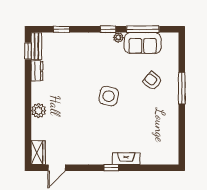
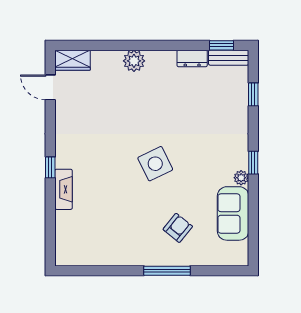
window: (143, 29) -> (253, 214), removed
side table: (109, 96) -> (155, 164), turned -37

